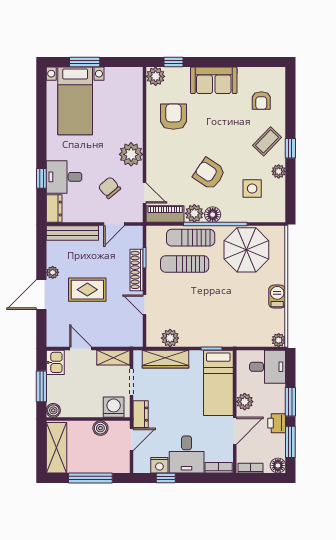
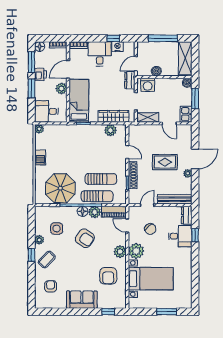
plant: (156, 76) -> (120, 252), moved
bed with nightstands: (75, 101) -> (151, 279), moved, turned 90

